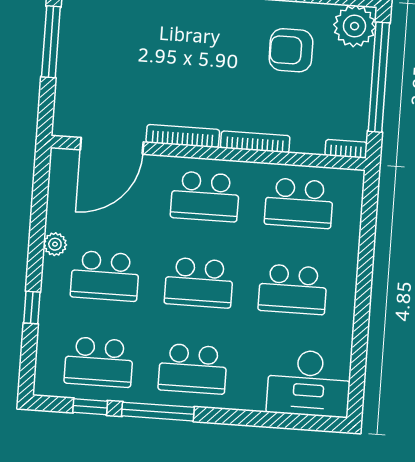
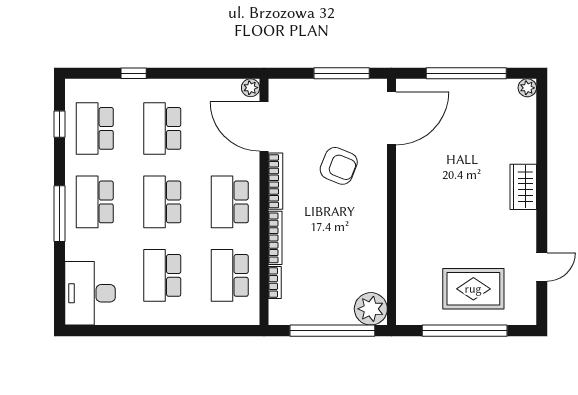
armchair: (291, 50) -> (339, 166), moved, turned 112
bookcase: (346, 149) -> (275, 282), moved
plant: (55, 244) -> (251, 88), moved
window: (158, 412) -> (60, 214), moved

